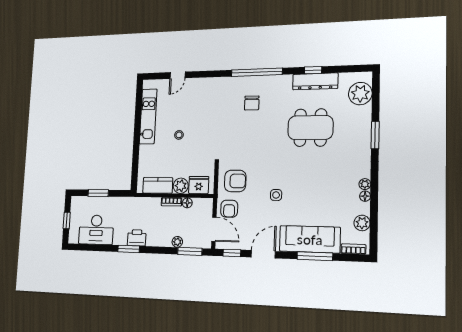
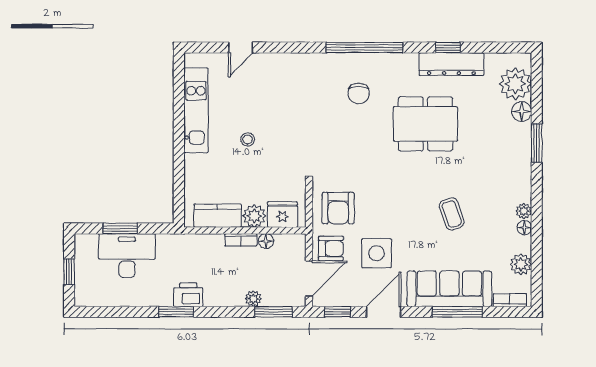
floor lamp: (364, 113) -> (522, 111), added
dining table: (310, 128) -> (425, 124), moved
armchair: (235, 181) -> (338, 208), turned 90
coffee table: (313, 186) -> (452, 214), added
side table: (276, 195) -> (377, 253), moved, width x1.87, depth x1.87
armchair: (229, 209) -> (331, 249), turned -90
door: (214, 229) -> (309, 279), hinge flipped
desk: (96, 230) -> (127, 256), moved, turned 180

